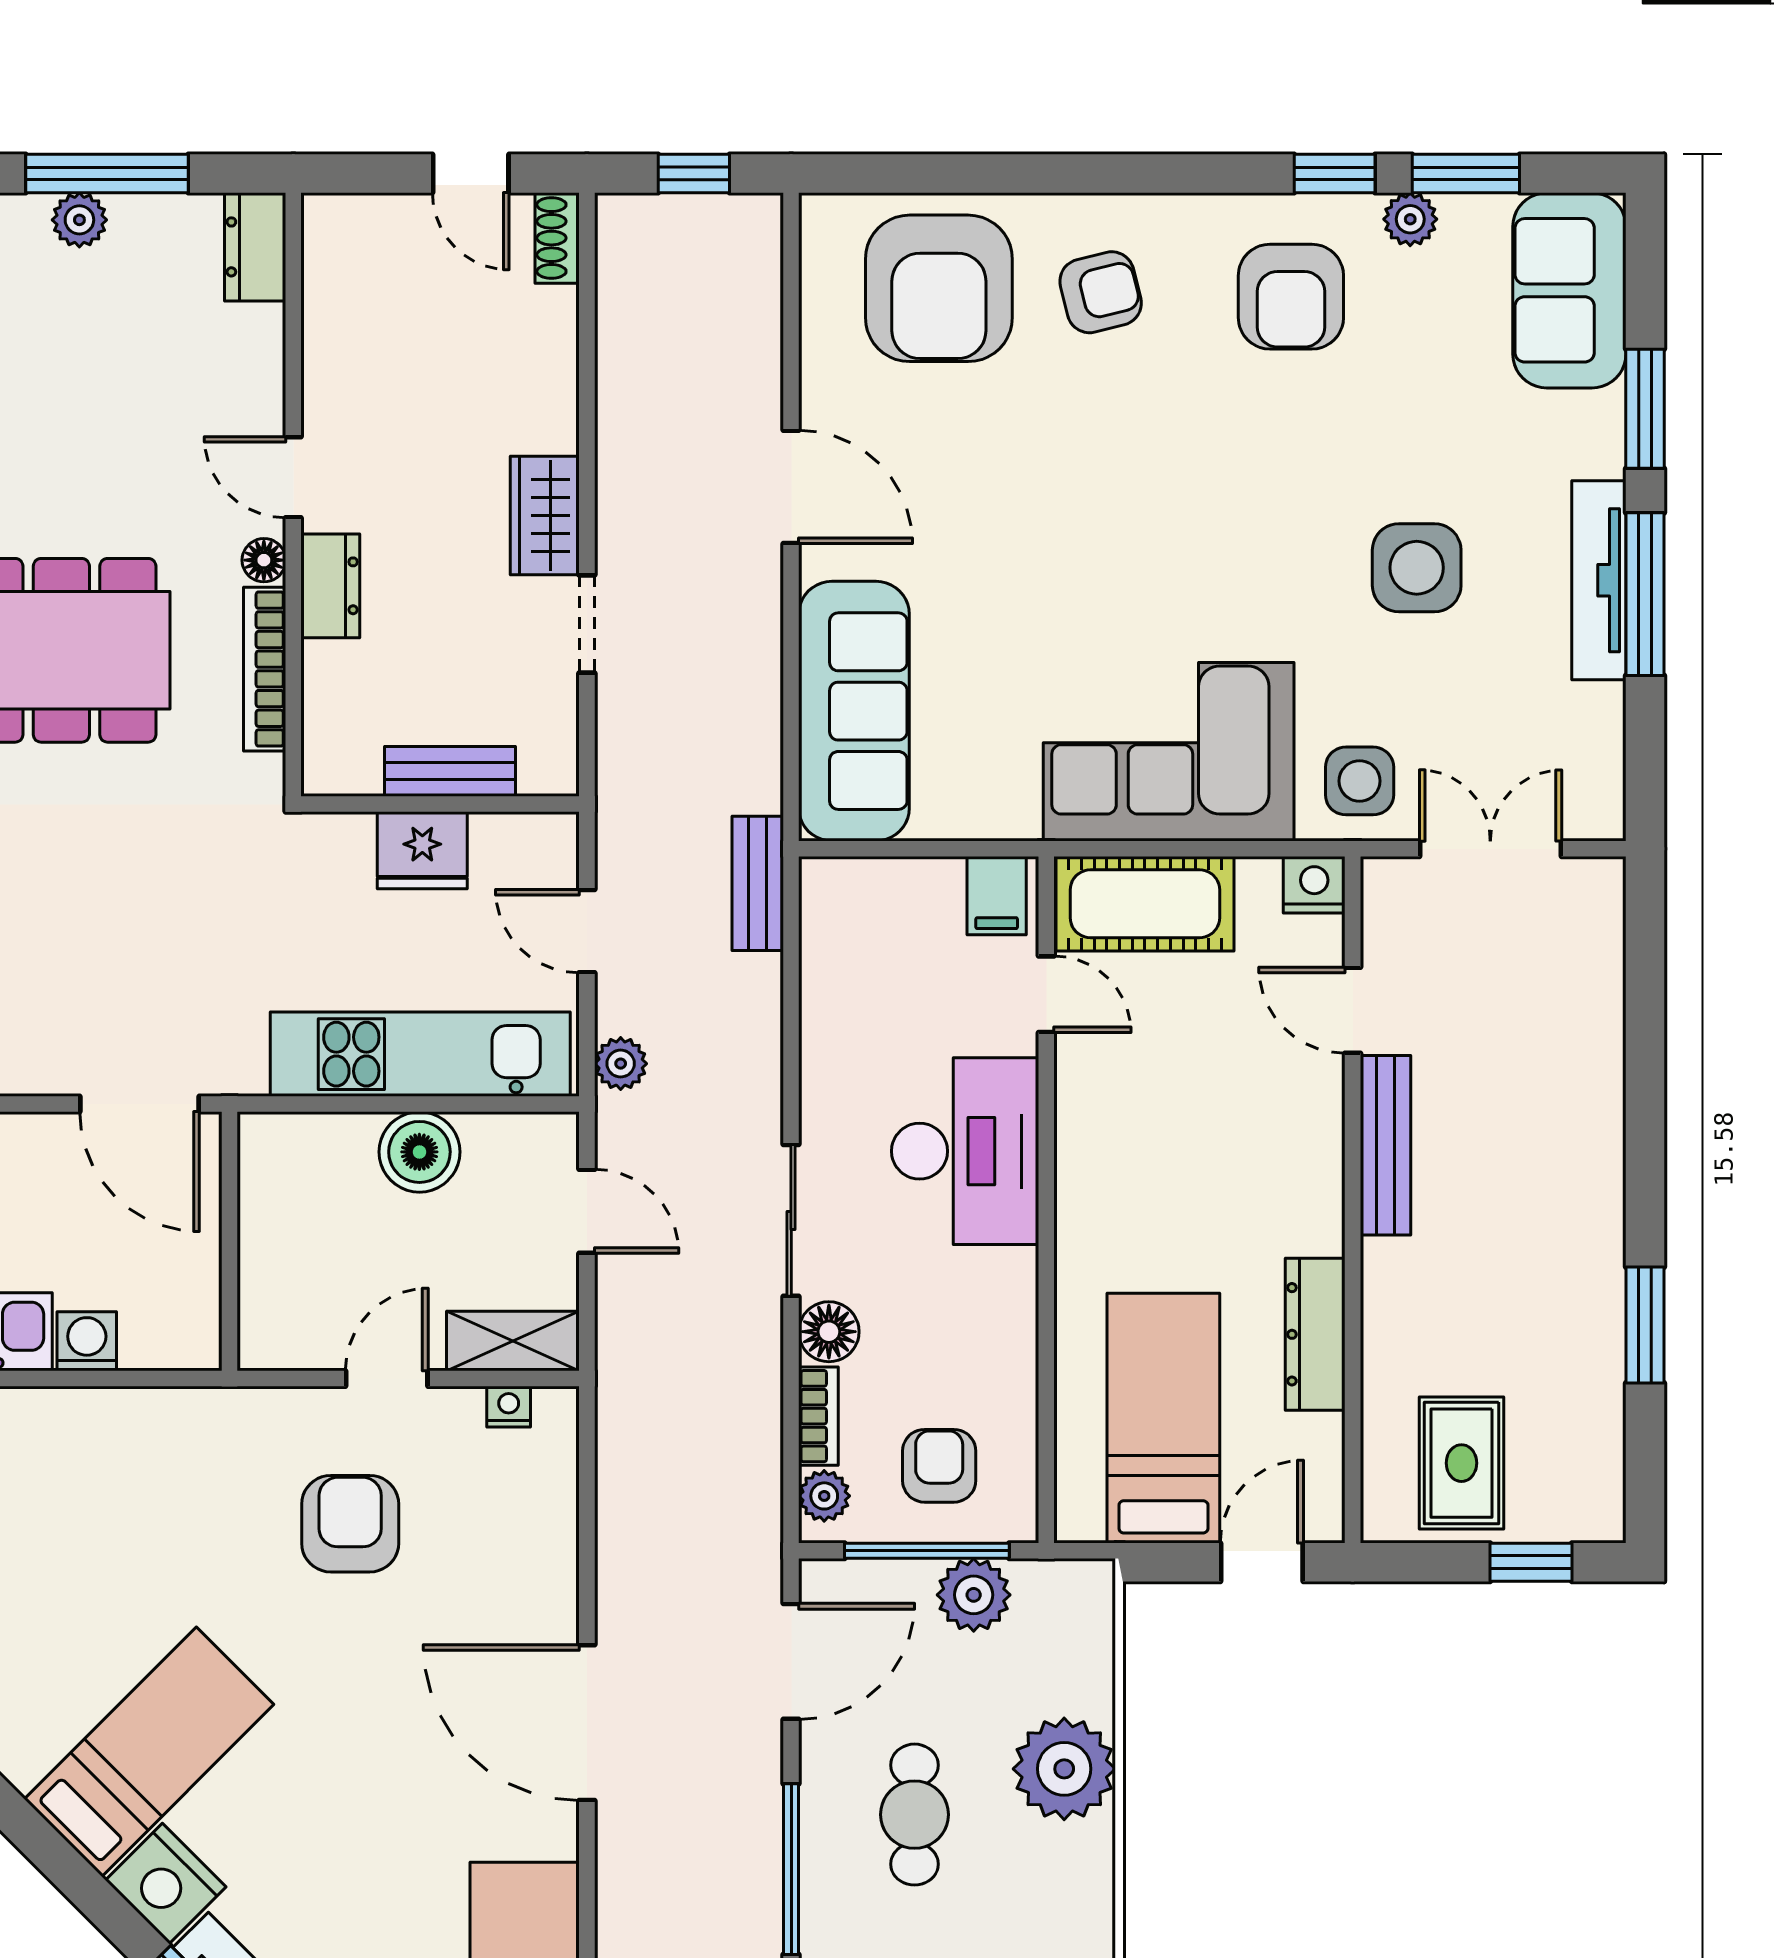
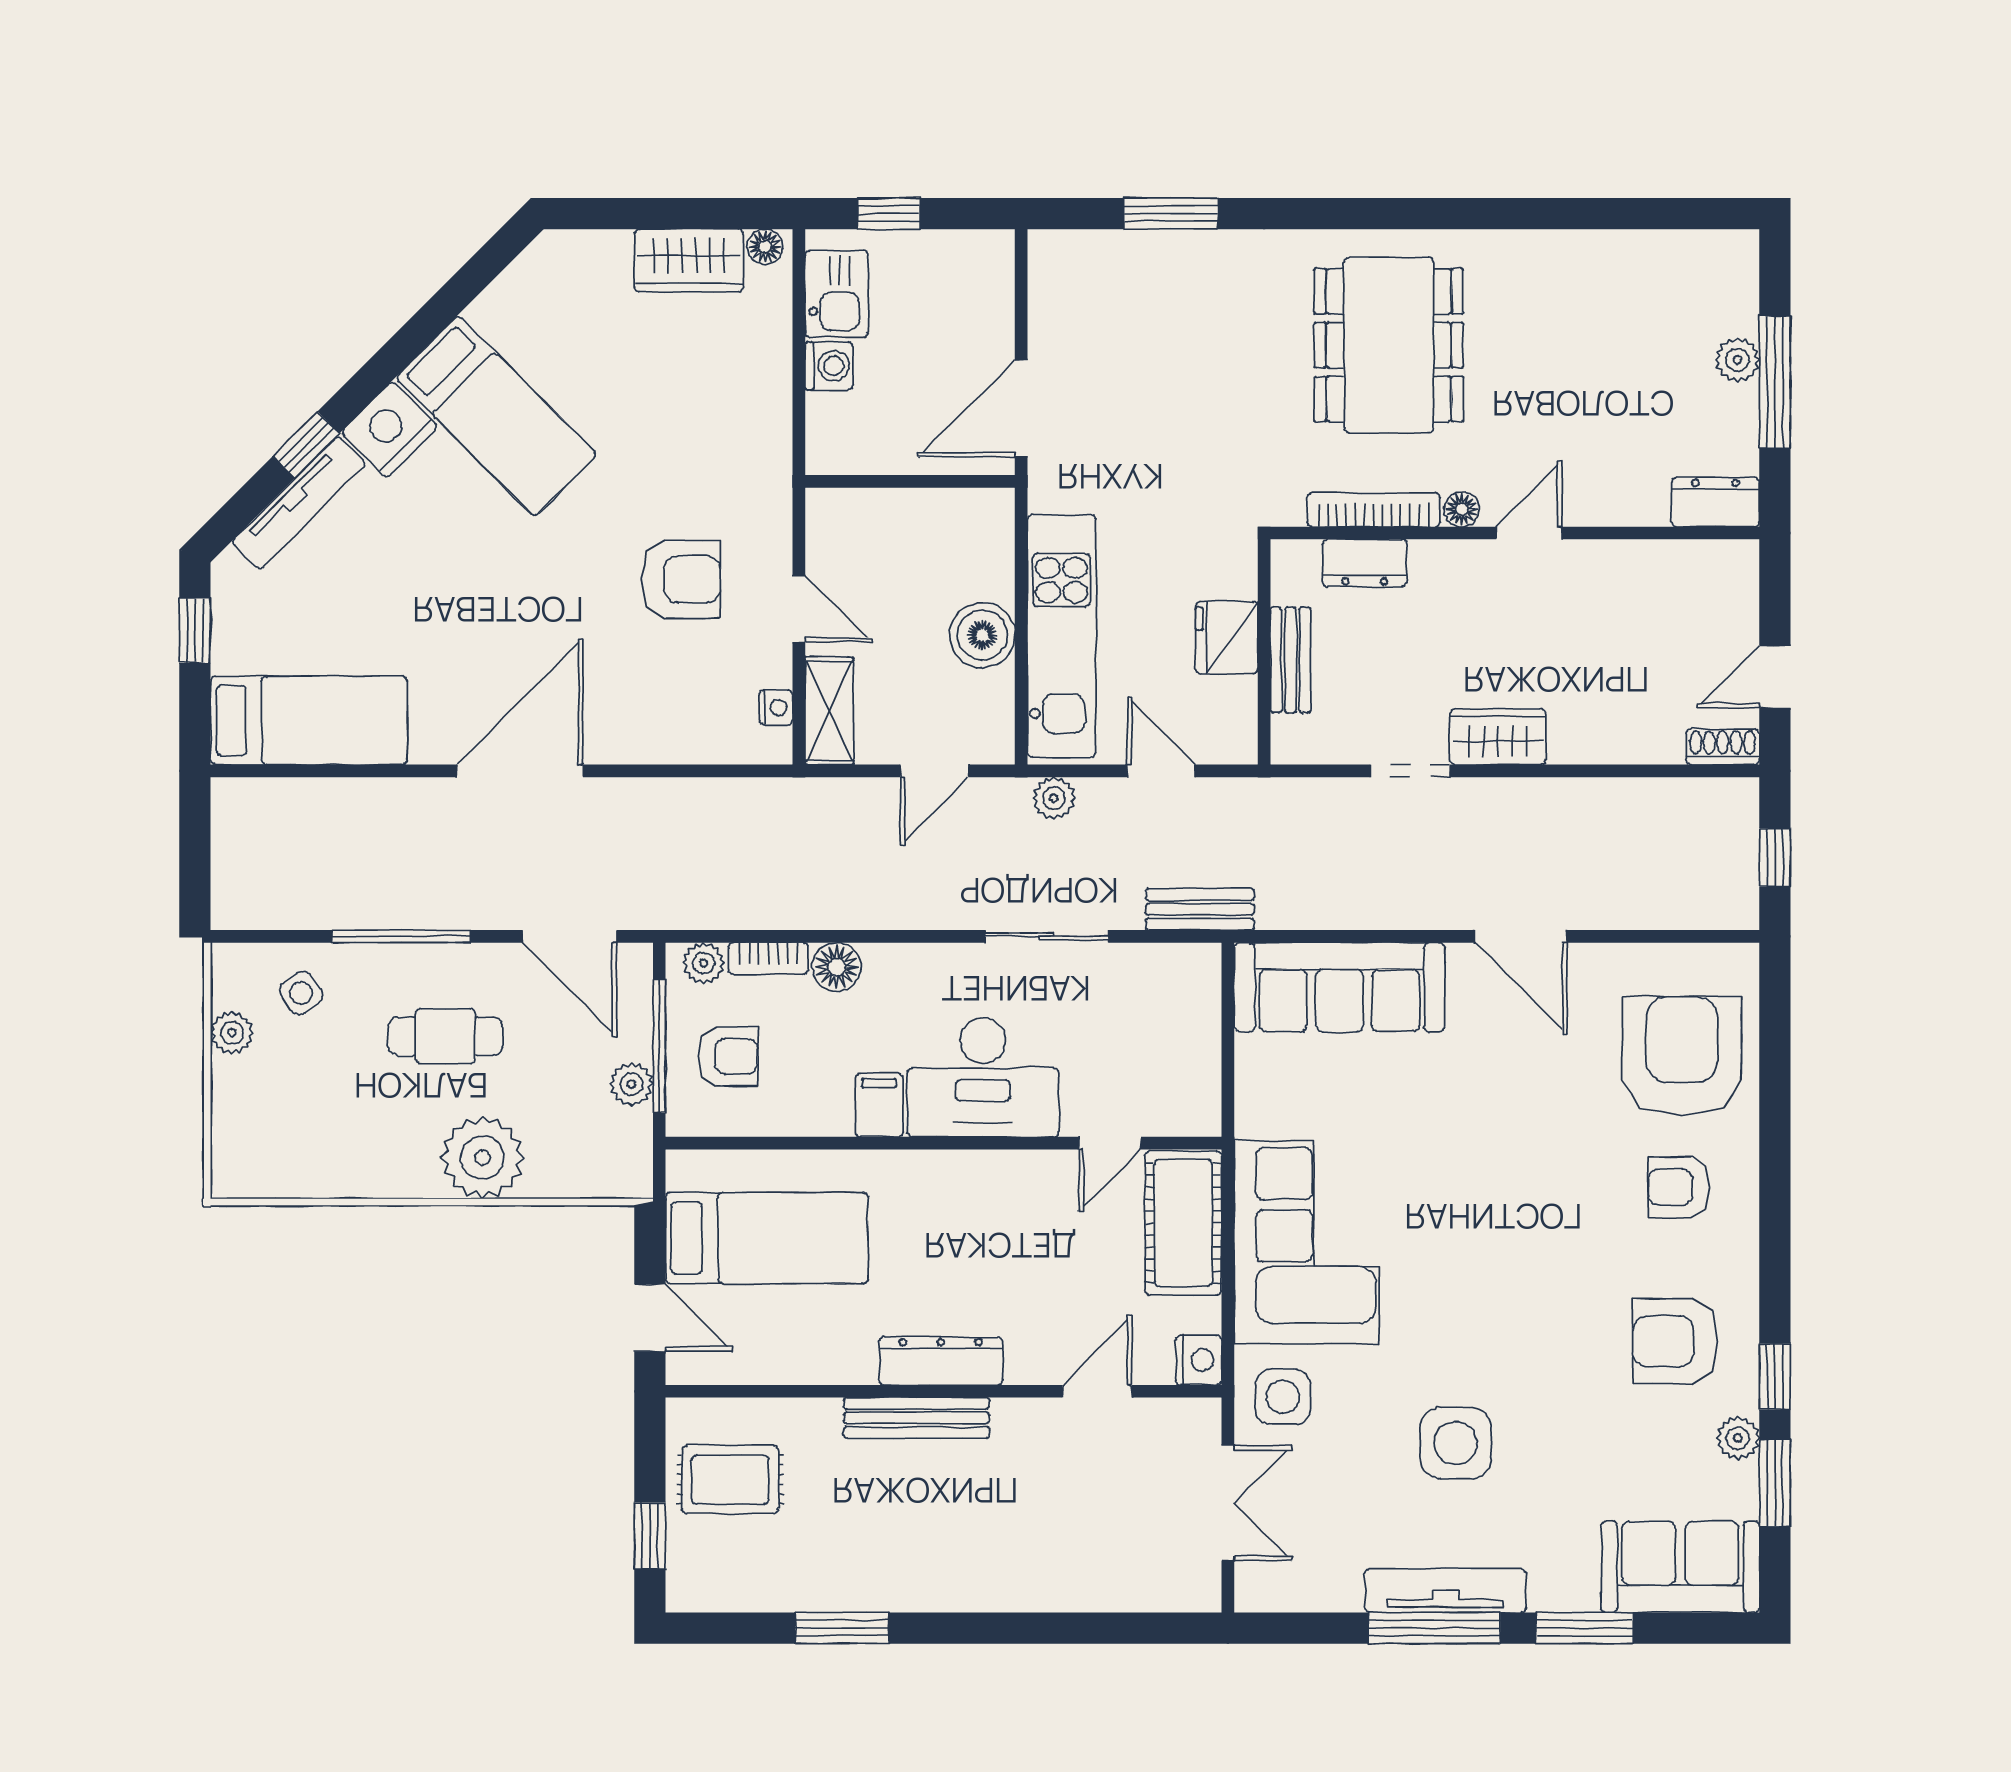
armchair: (939, 288) -> (1682, 1056), turned 90
armchair: (1101, 292) -> (1679, 1187), turned 104
door: (791, 487) -> (1521, 936), hinge flipped
dresser: (330, 586) -> (1365, 563), moved
filing cabinet: (997, 896) -> (879, 1105), moved, turned 90
door: (587, 931) -> (1161, 771), hinge flipped
bench: (1385, 1145) -> (917, 1418), moved
sliding door: (791, 1220) -> (1047, 936), moved
dresser: (1315, 1334) -> (941, 1361), moved
plant: (974, 1595) -> (632, 1084), width x0.73, depth x0.73

